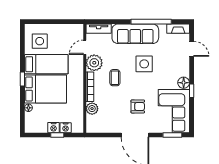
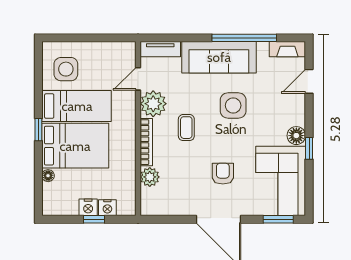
door: (192, 49) -> (309, 81), swing flipped
armchair: (138, 106) -> (223, 174), turned -90

